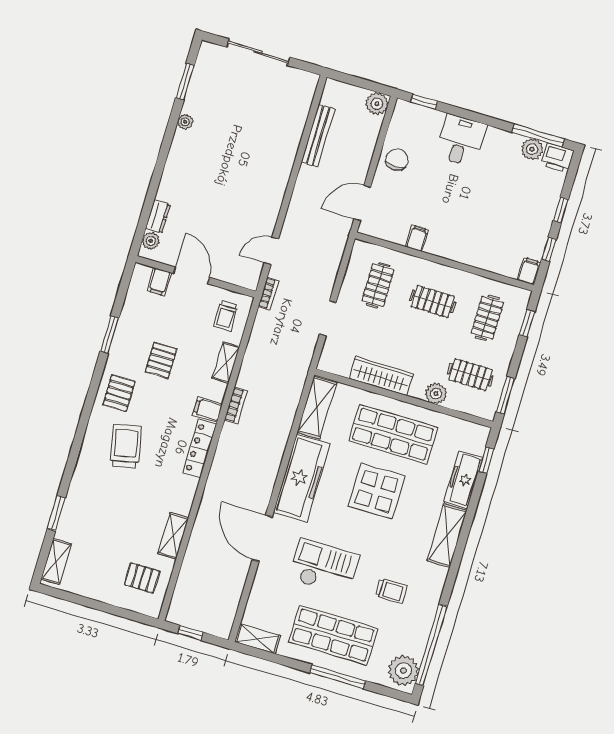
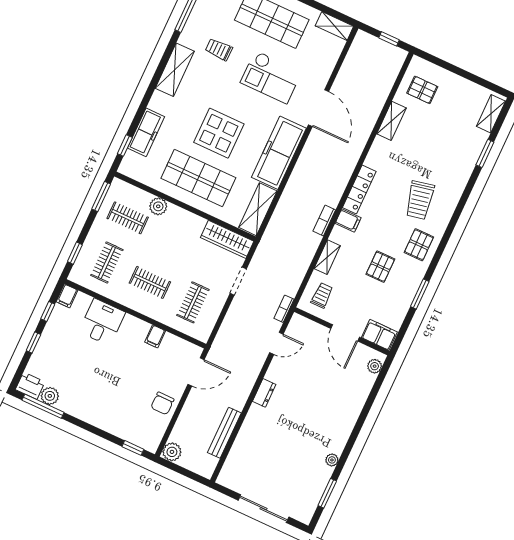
desk: (461, 140) -> (102, 322), moved, turned 180
dresser: (158, 216) -> (264, 393), moved, turned 180
filing cabinet: (159, 282) -> (379, 335), width x2.00
wardrobe: (381, 376) -> (227, 239), moved
shelving: (447, 536) -> (175, 70), moved

